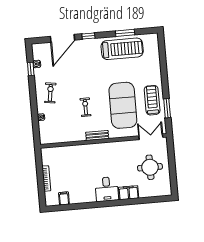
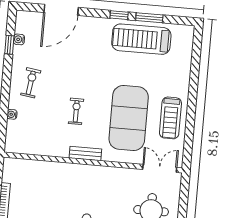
window: (88, 36) -> (119, 15), moved
treadmill: (122, 49) -> (141, 39), turned 180
treadmill: (152, 100) -> (170, 118), turned 180
window: (167, 108) -> (189, 133), removed

